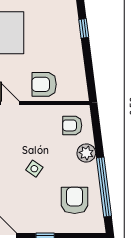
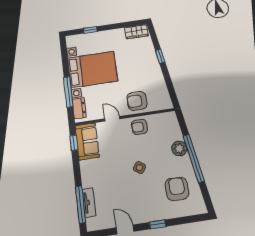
armchair: (72, 125) -> (140, 127), moved
window: (104, 187) -> (194, 158), moved

